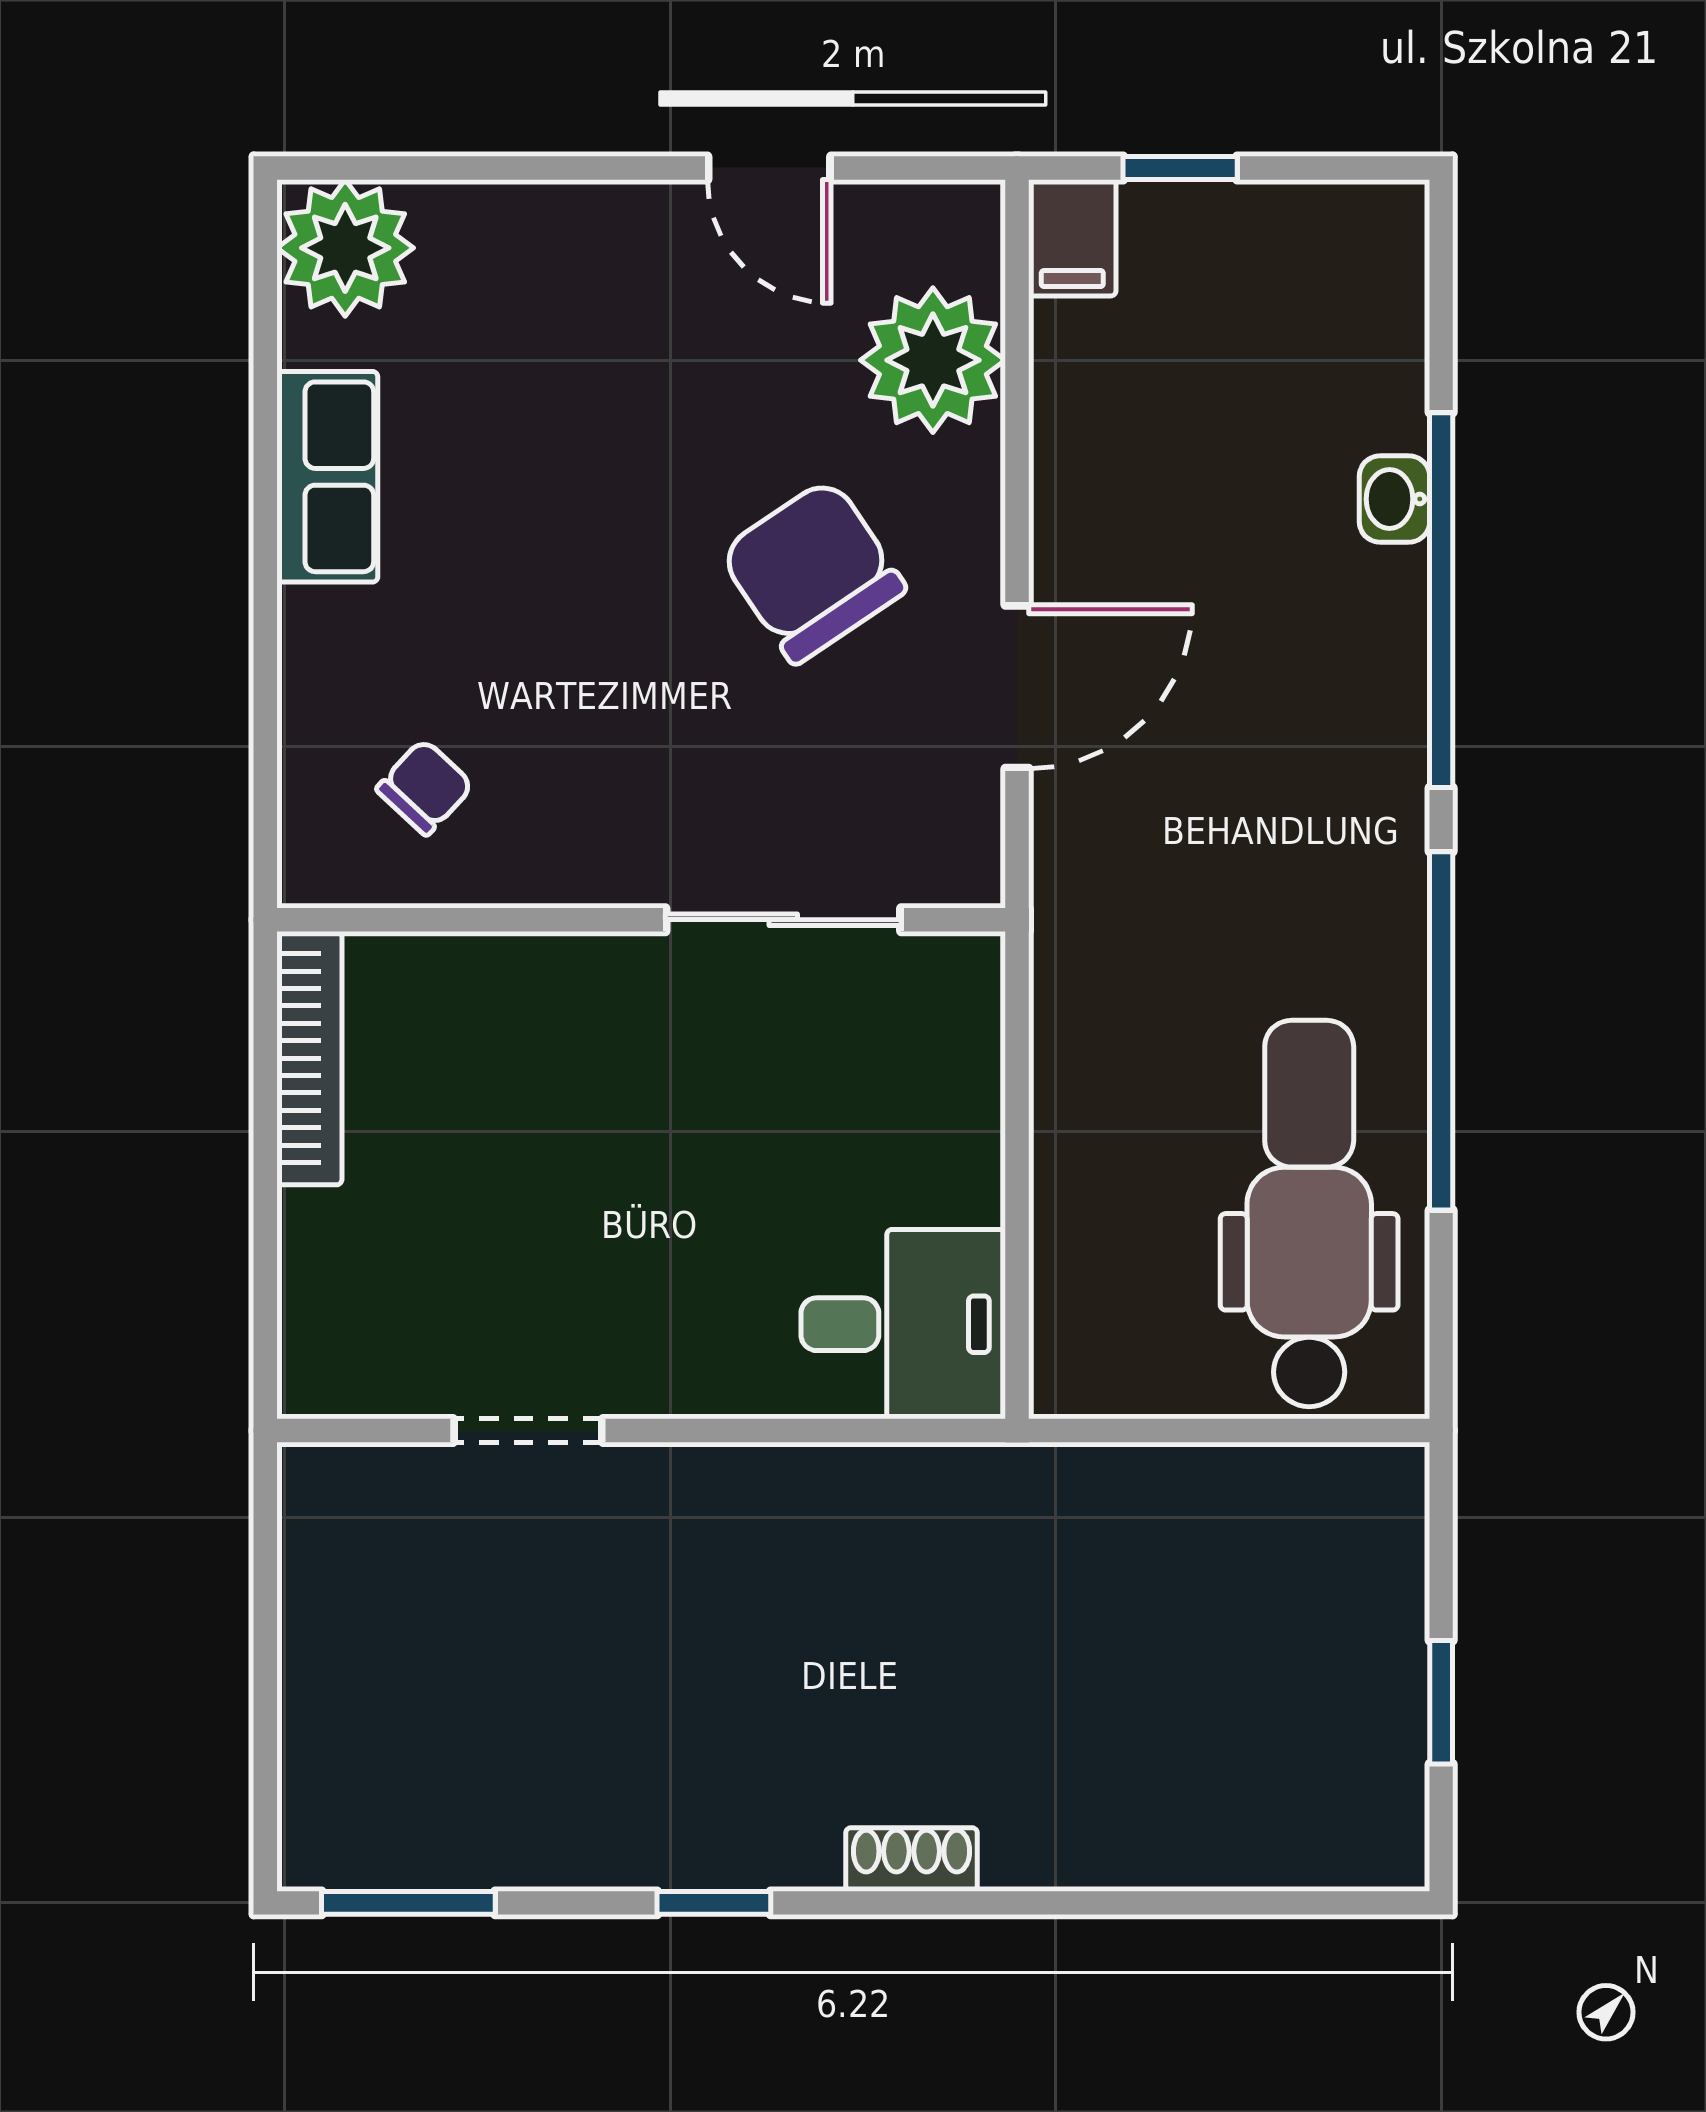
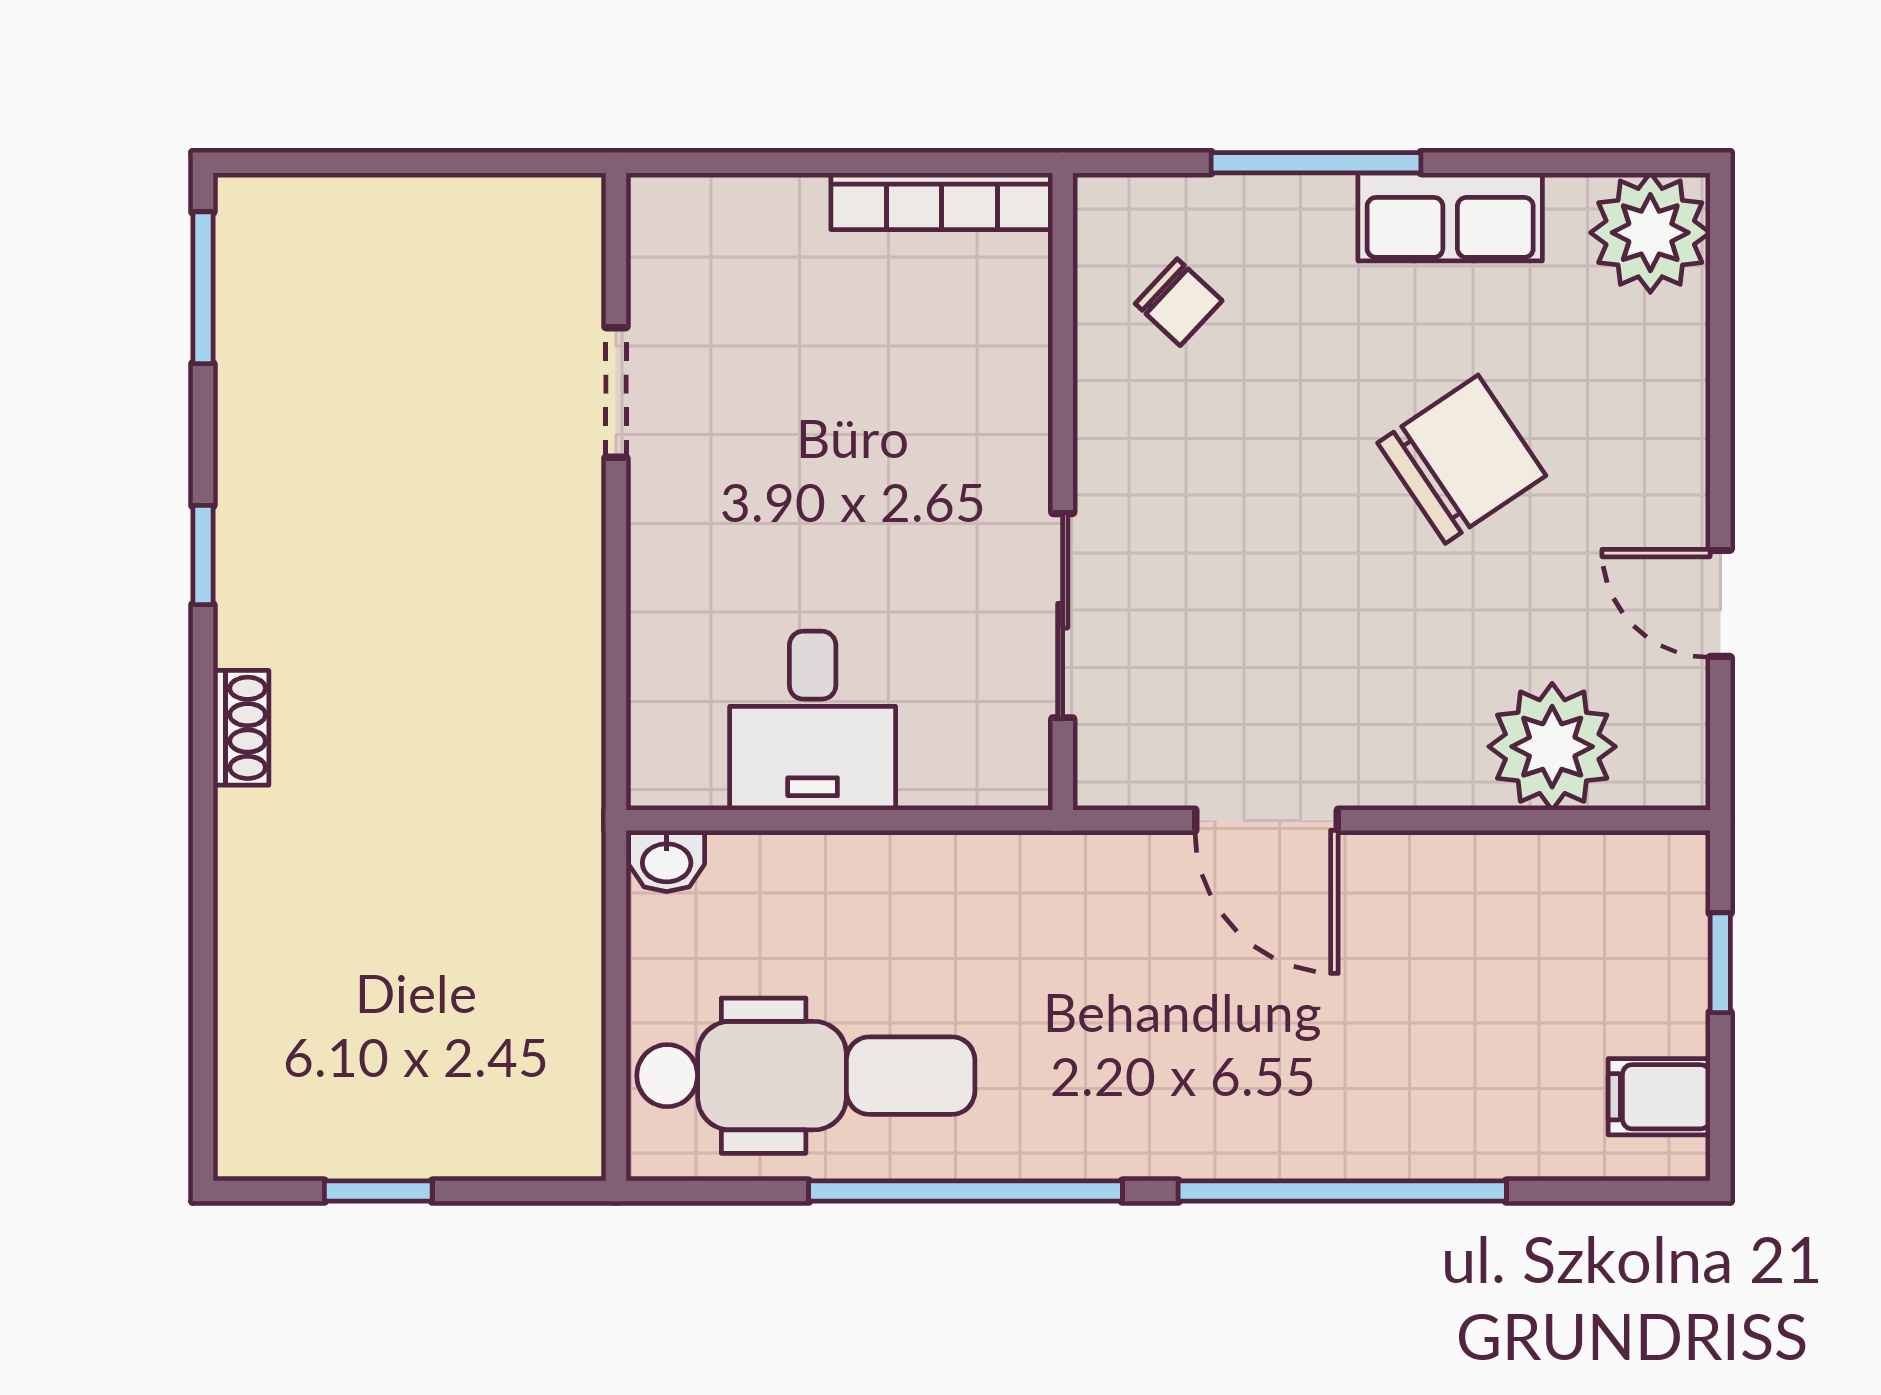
door: (769, 168) -> (1720, 603), hinge flipped
filing cabinet: (1072, 238) -> (1659, 1097), moved
washbasin: (1394, 499) -> (667, 861), moved, turned 180
chair: (813, 571) -> (1462, 459), moved
window: (265, 630) -> (1316, 163), added
desk: (903, 1324) -> (813, 721), moved

